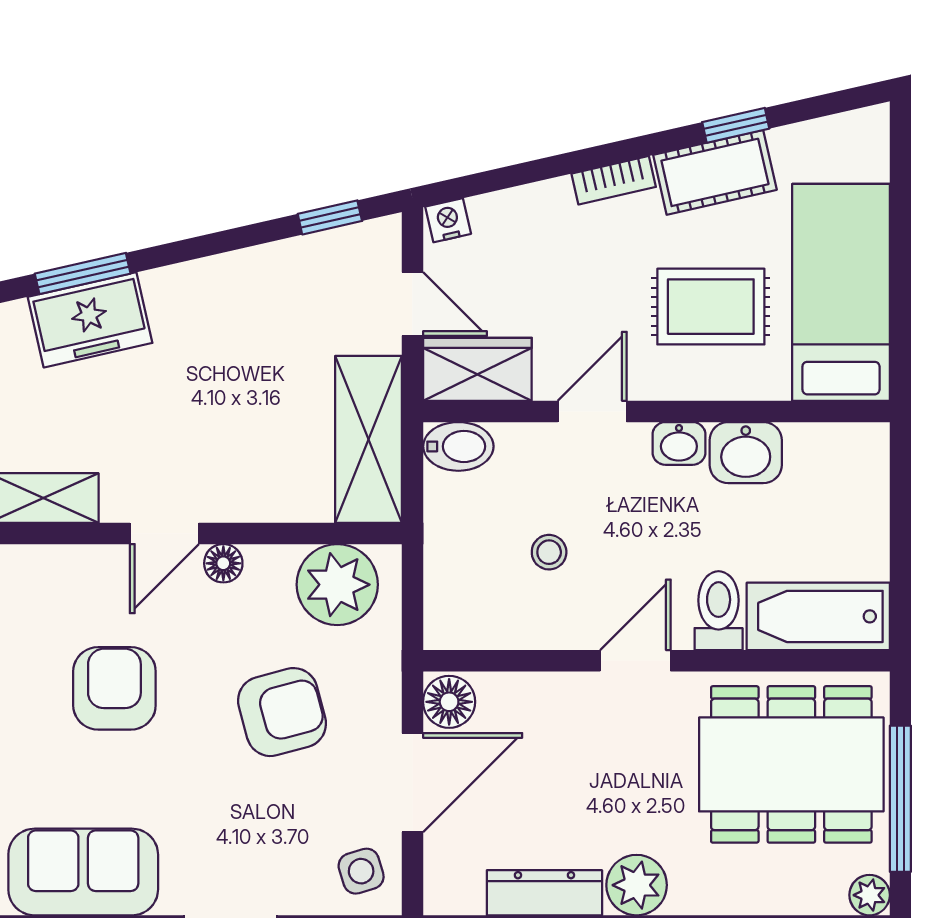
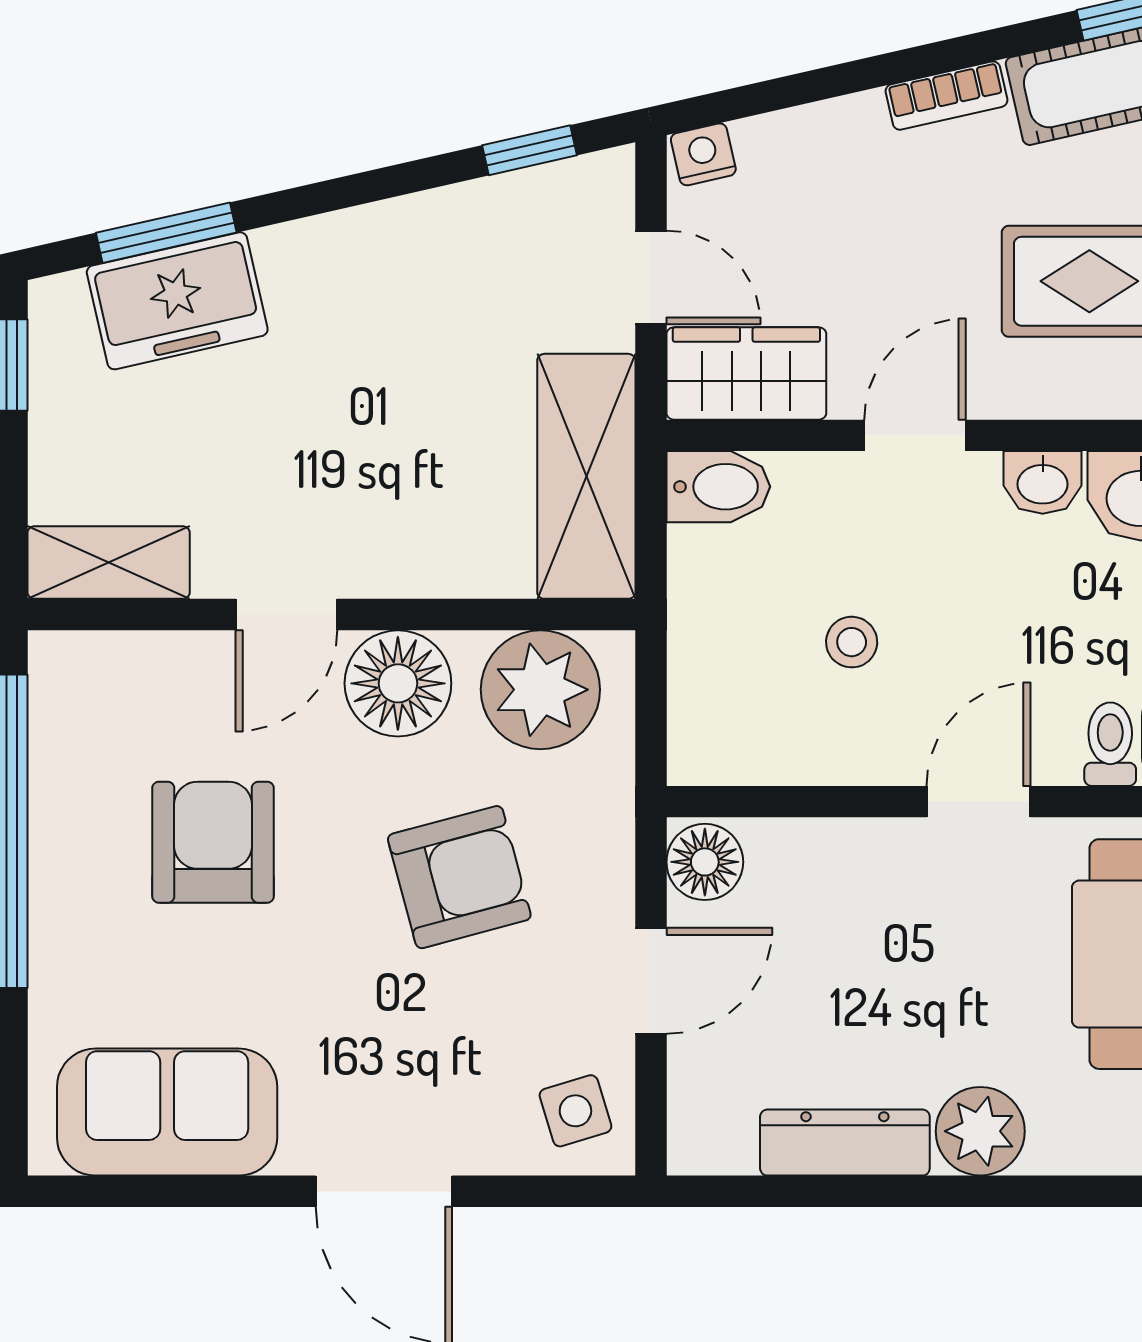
floor lamp: (223, 563) -> (398, 683), width x1.89, depth x1.89
toilet: (719, 611) -> (1110, 744), width x0.73, depth x0.72
door: (412, 783) -> (651, 981), width x0.73

